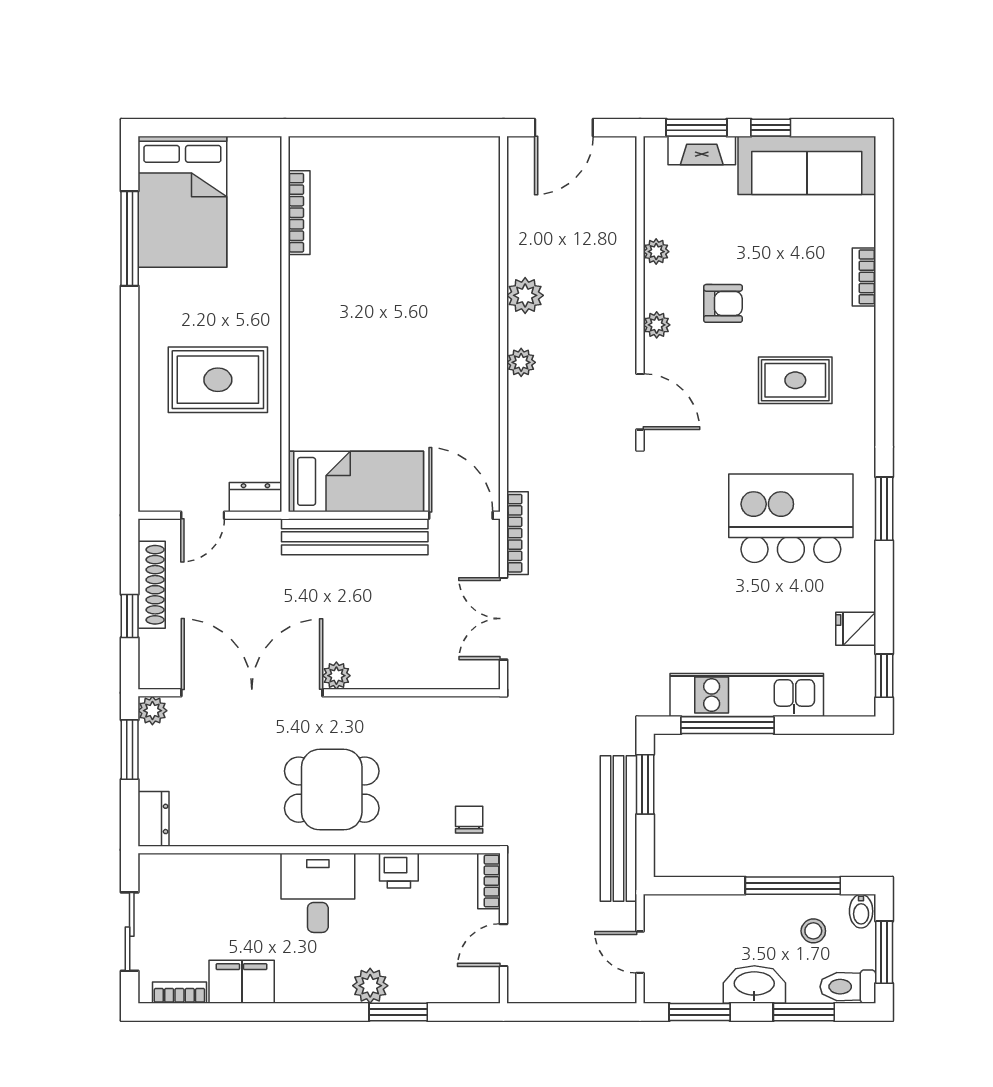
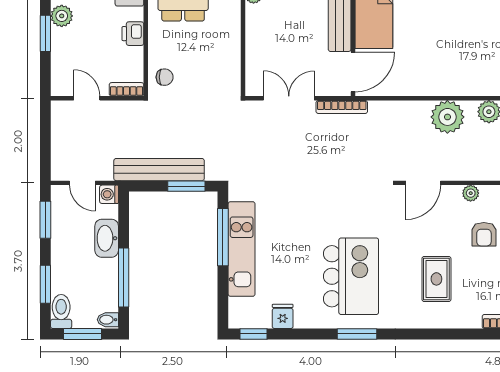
plant: (521, 362) -> (447, 117), width x1.87, depth x1.87
washing machine: (658, 909) -> (109, 194), added
stool: (813, 931) -> (96, 290), removed
door: (640, 952) -> (82, 183), swing flipped
washbasin: (754, 985) -> (107, 238), moved, turned 180

